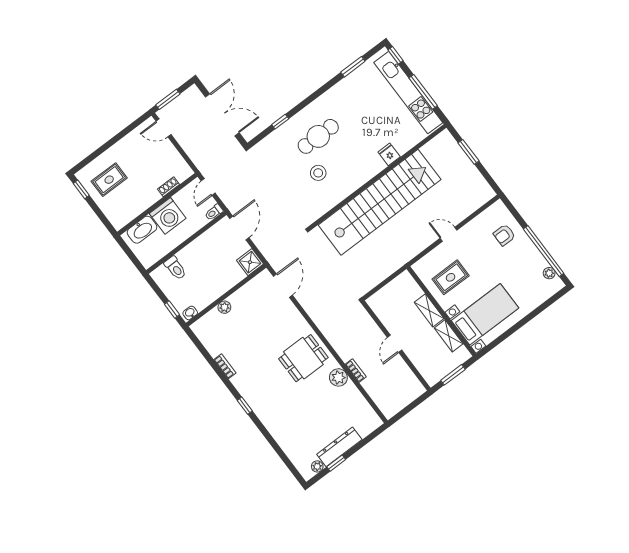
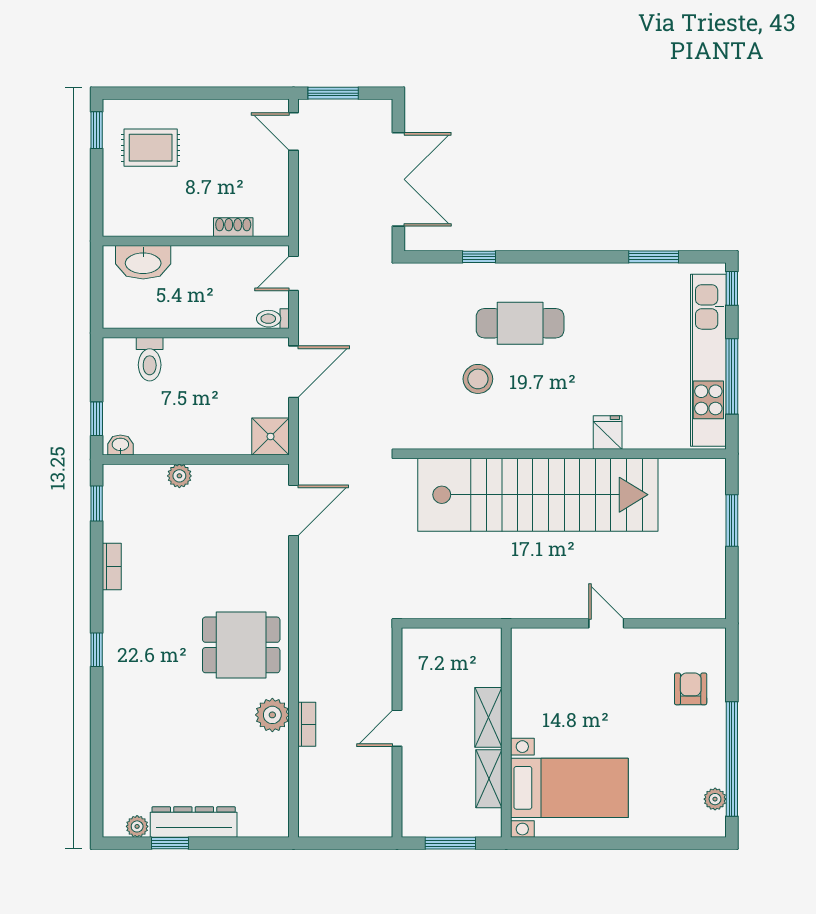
washing machine: (168, 216) -> (198, 271), removed
armchair: (504, 235) -> (691, 689), turned 90
rug: (451, 277) -> (560, 692), removed
window: (199, 345) -> (97, 504), added

